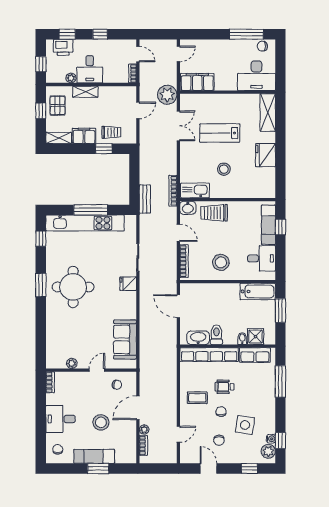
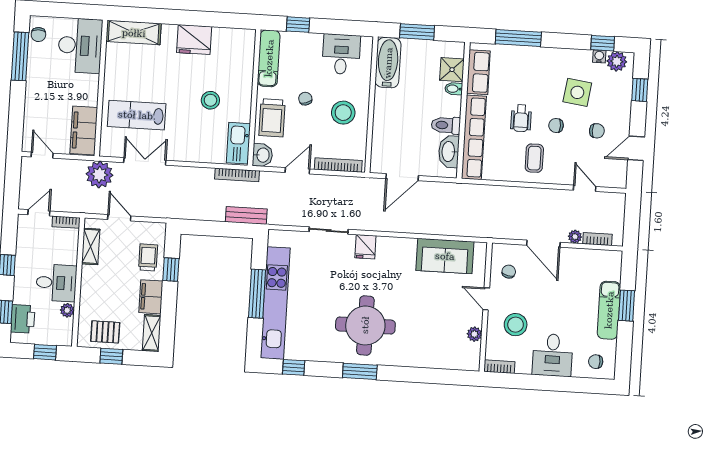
shelving: (85, 92) -> (91, 246), moved
lab bench: (220, 133) -> (137, 115), moved, turned 90
exam couch: (268, 225) -> (269, 58), moved, turned -90
chair: (229, 235) -> (305, 99), added
stool: (101, 422) -> (516, 325), moved

